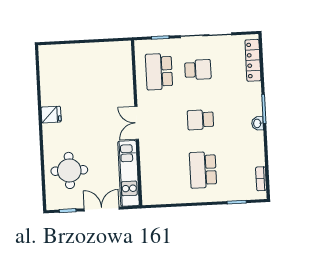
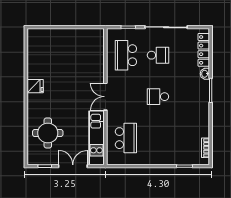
washbasin: (257, 123) -> (205, 74), moved
school desk: (203, 170) -> (126, 138), moved, turned 180

